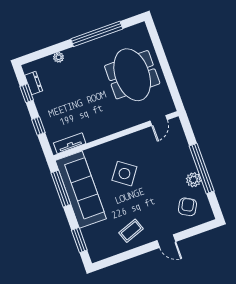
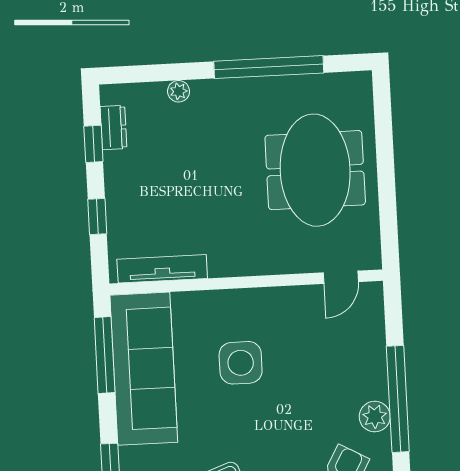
tv unit: (70, 143) -> (162, 269), width x1.41
side table: (124, 174) -> (241, 363), turned -36

